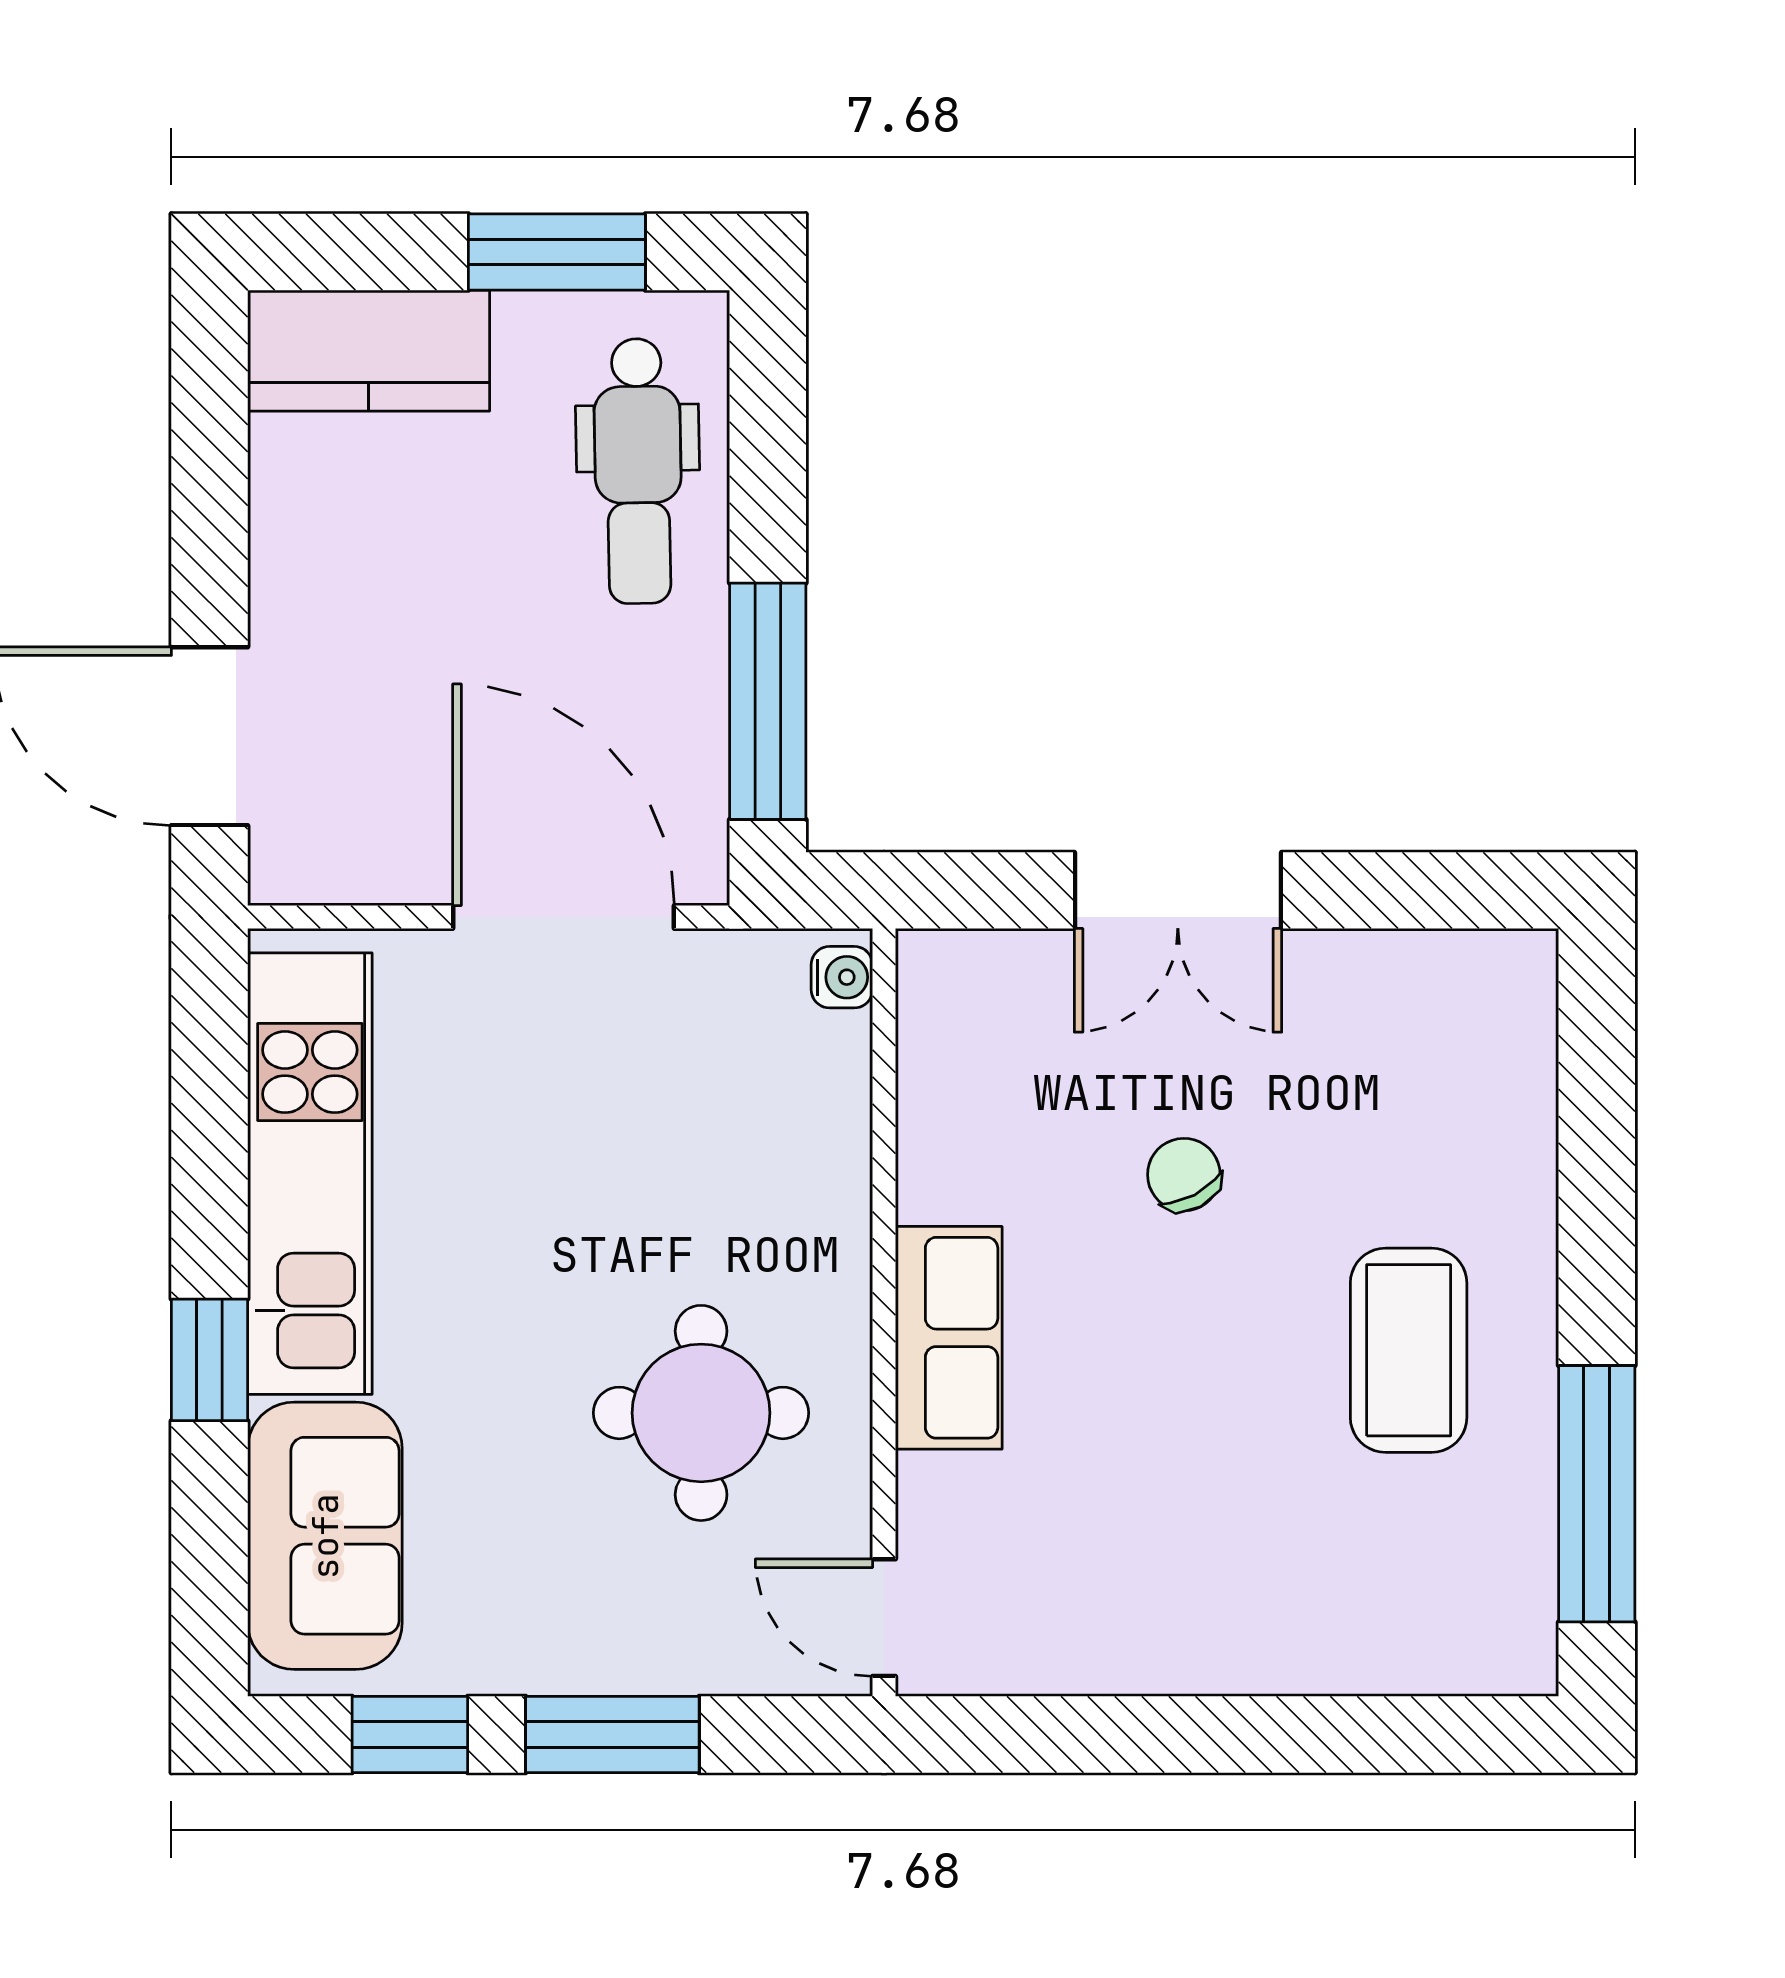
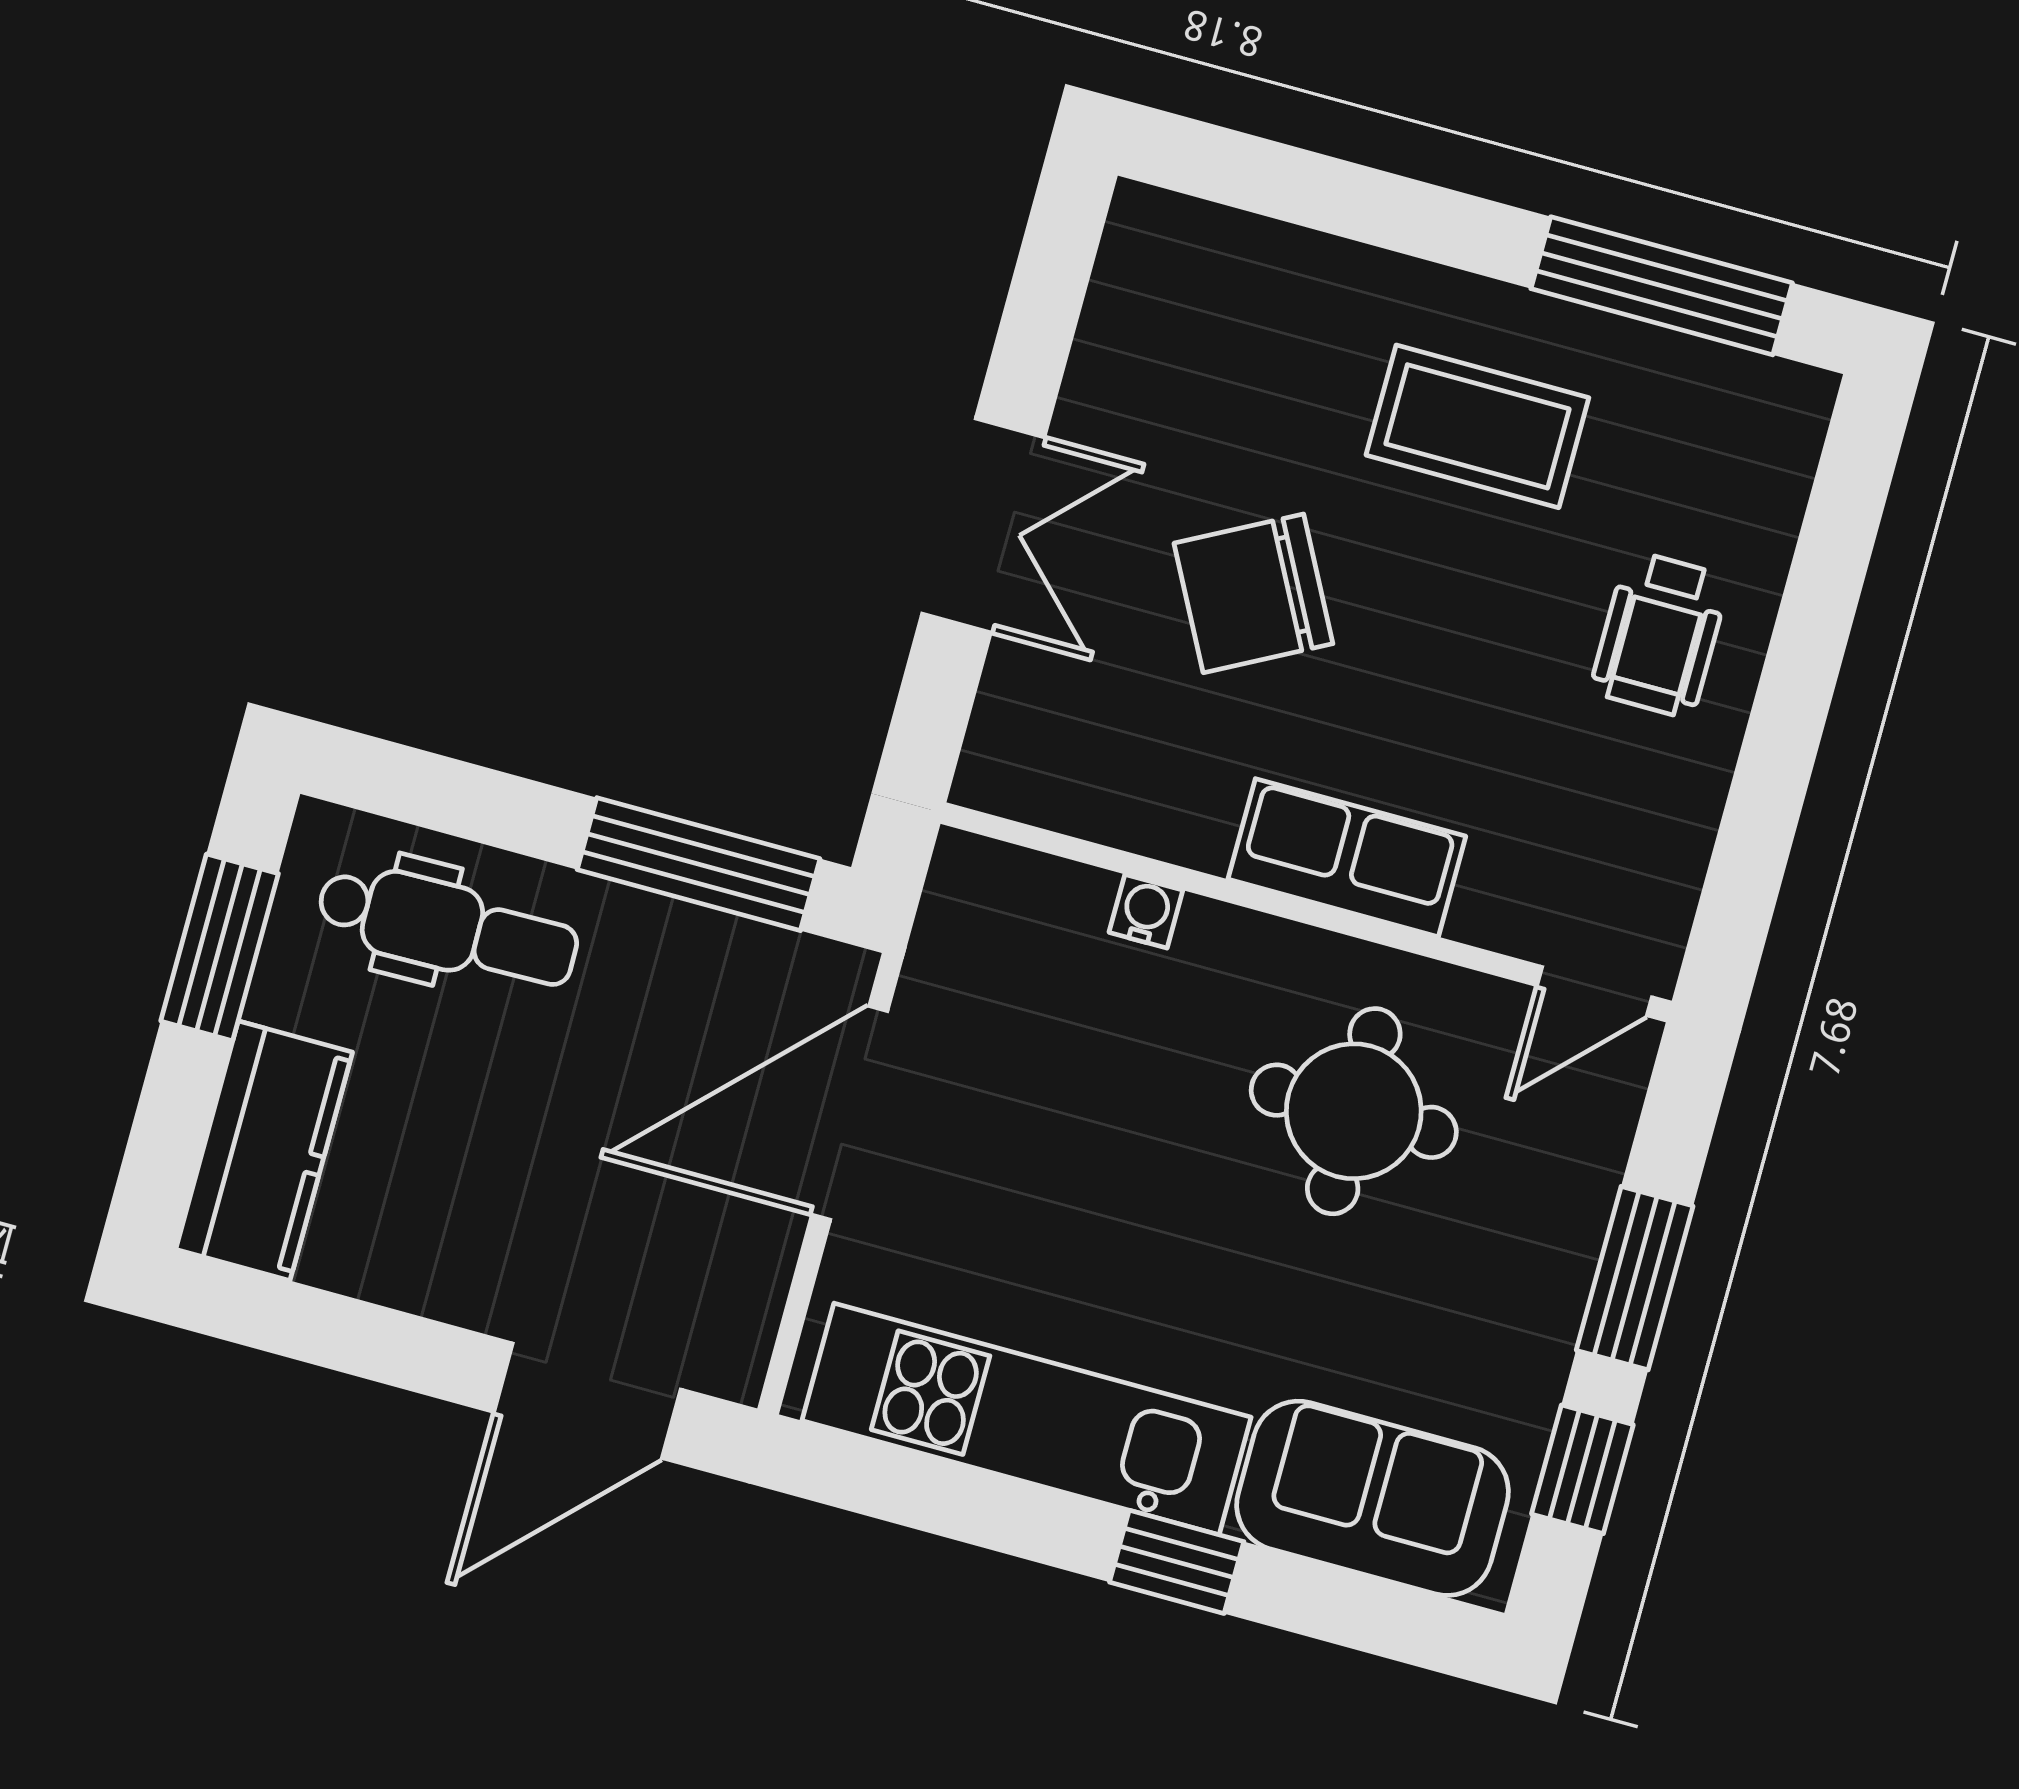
water cooler: (842, 977) -> (1146, 911), moved
chair: (1184, 1175) -> (1253, 593), width x1.87, depth x1.87
wheelchair: (1253, 1586) -> (1660, 634), added

